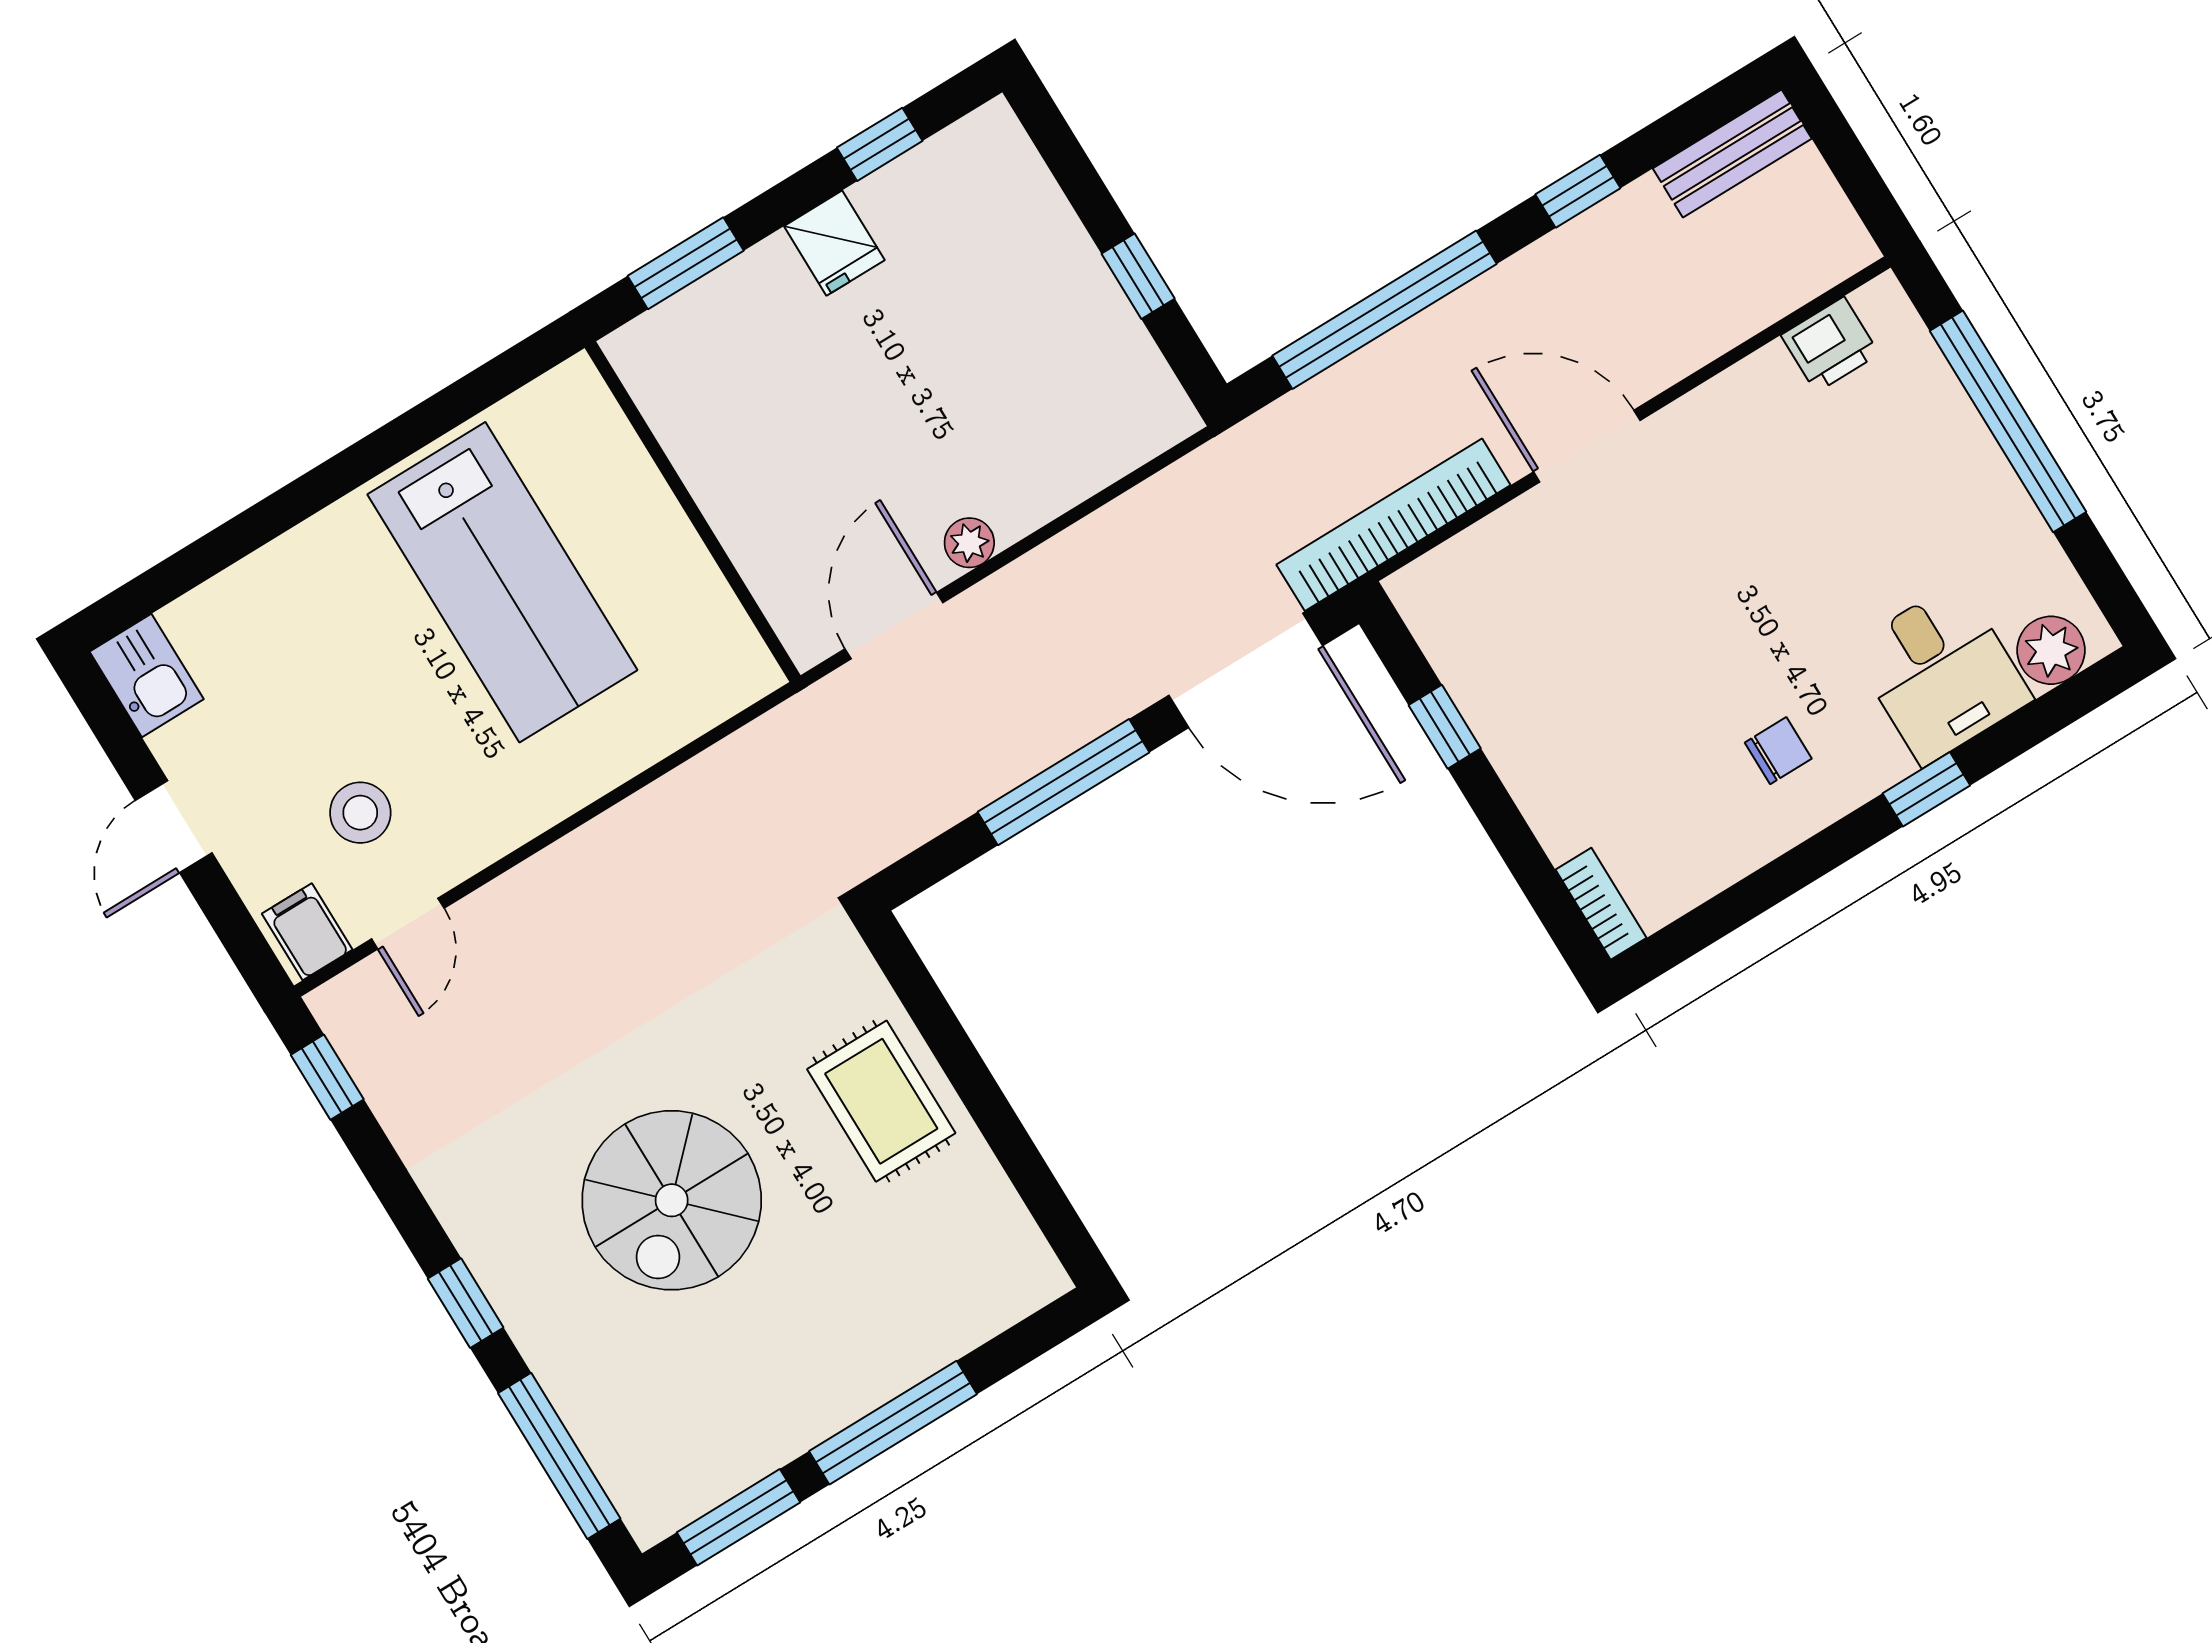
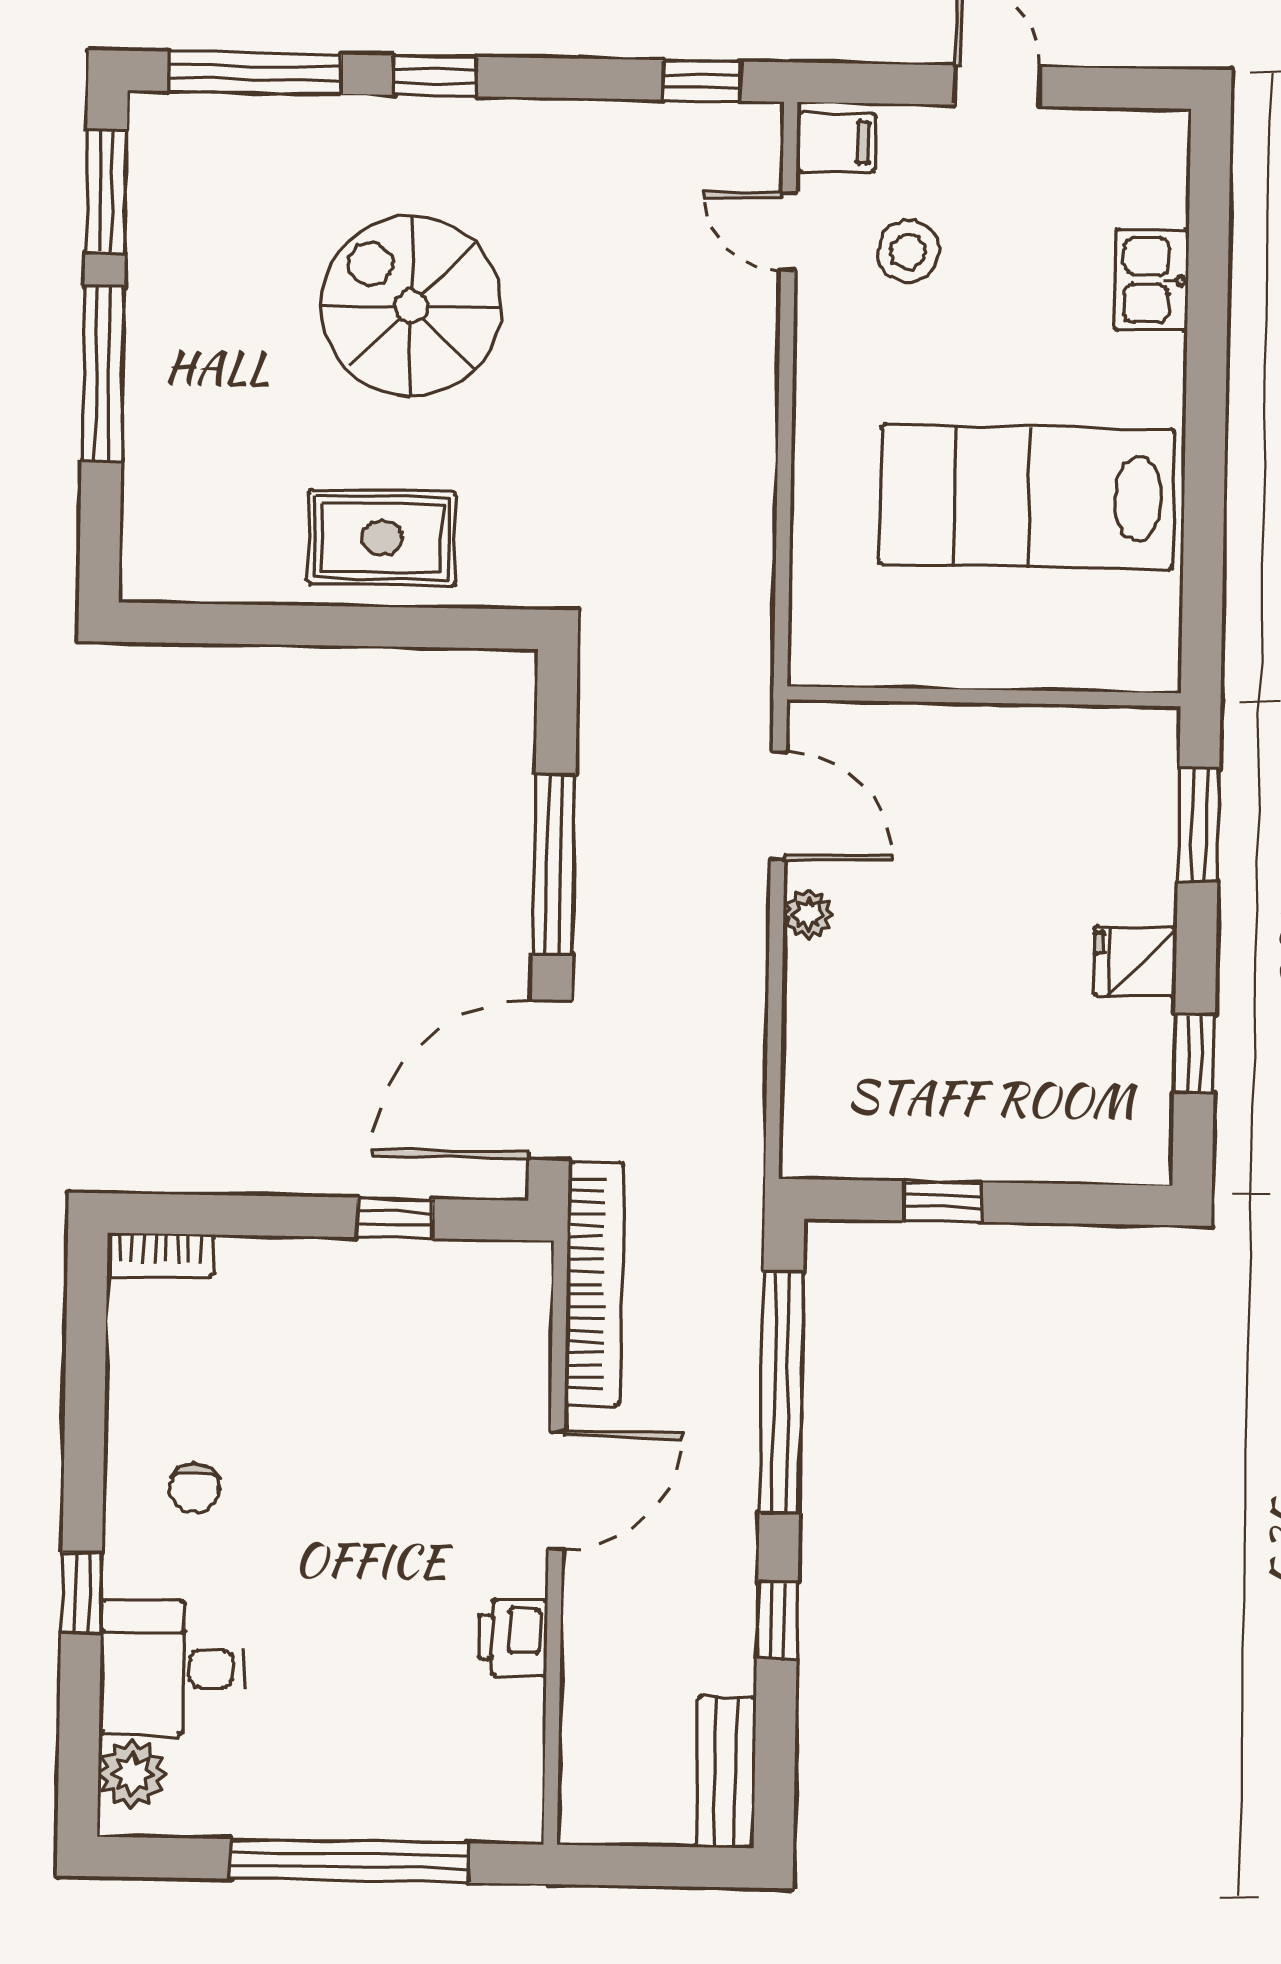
printer: (1830, 345) -> (513, 1637), moved
kitchen sink: (147, 675) -> (1152, 280), moved, turned 90

